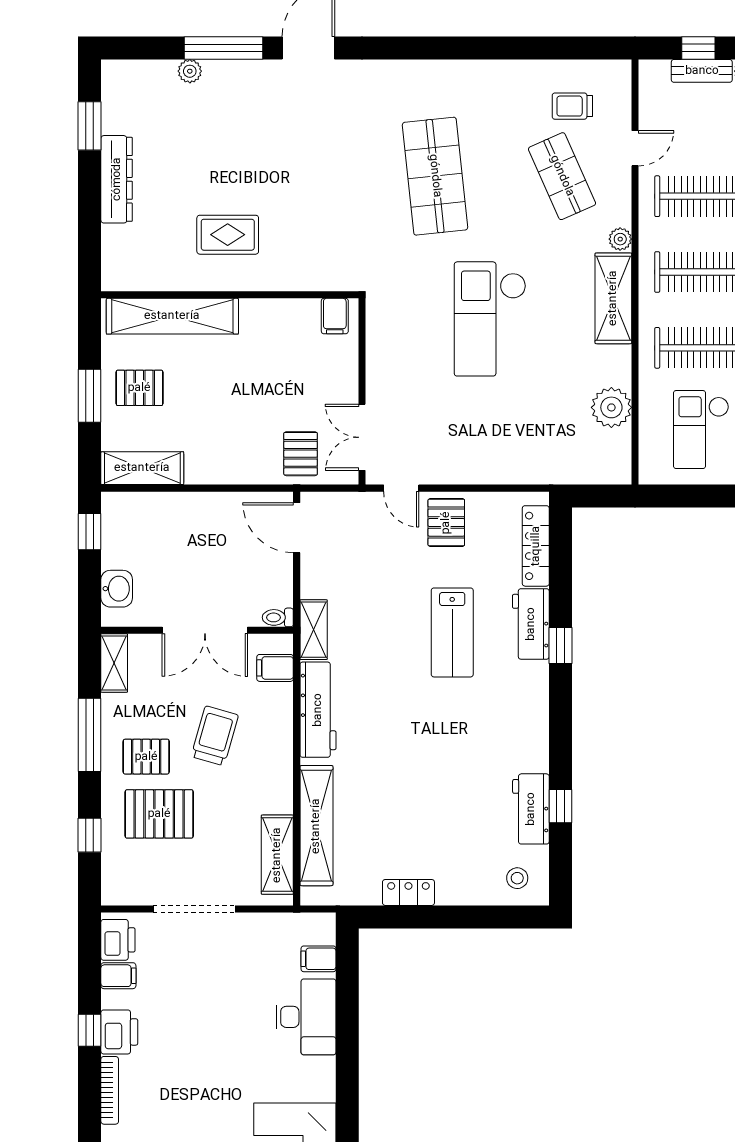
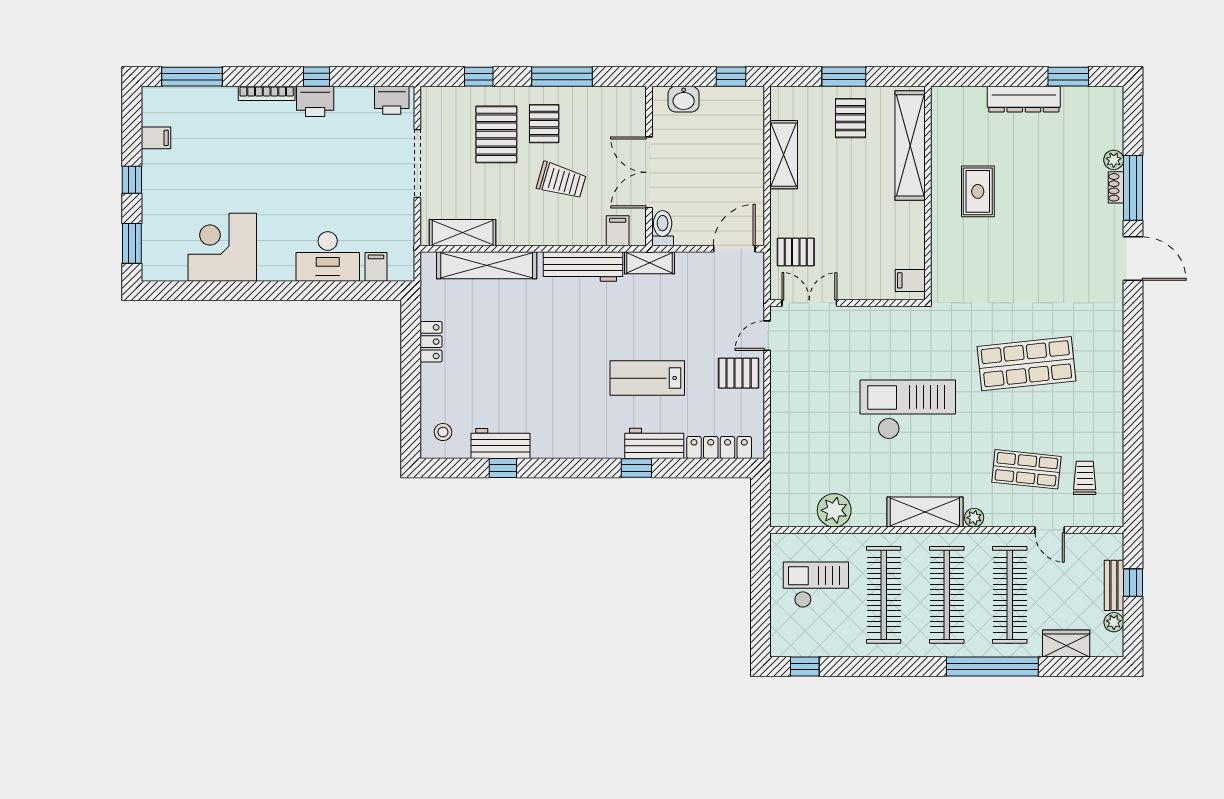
shoe rack: (223, 68) -> (1116, 187), added
shop shelf: (562, 176) -> (1026, 469), turned 30
shelving: (142, 468) -> (784, 155), moved
toilet: (278, 617) -> (663, 228), width x1.37, depth x1.39
shelving: (114, 663) -> (622, 97), removed
filing cabinet: (118, 976) -> (362, 101), removed

